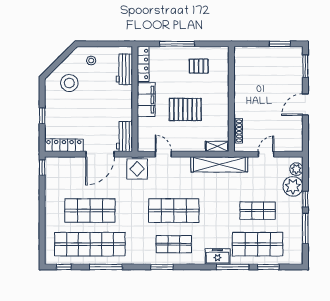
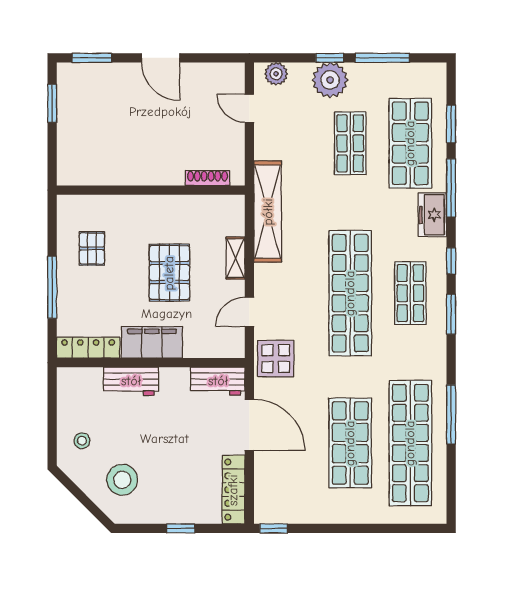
workbench: (124, 69) -> (131, 381), moved
shelving: (217, 146) -> (235, 258), moved
door: (266, 154) -> (249, 108), moved
plant: (293, 186) -> (330, 80), moved
shop shelf: (174, 211) -> (350, 293), width x1.40
window: (64, 267) -> (451, 261), moved

